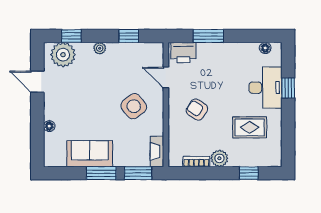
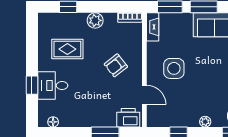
desk: (265, 88) -> (53, 86), width x0.73
side table: (134, 106) -> (174, 68), turned 38
armchair: (197, 110) -> (116, 65), turned 109
bookcase: (196, 162) -> (130, 18), moved

